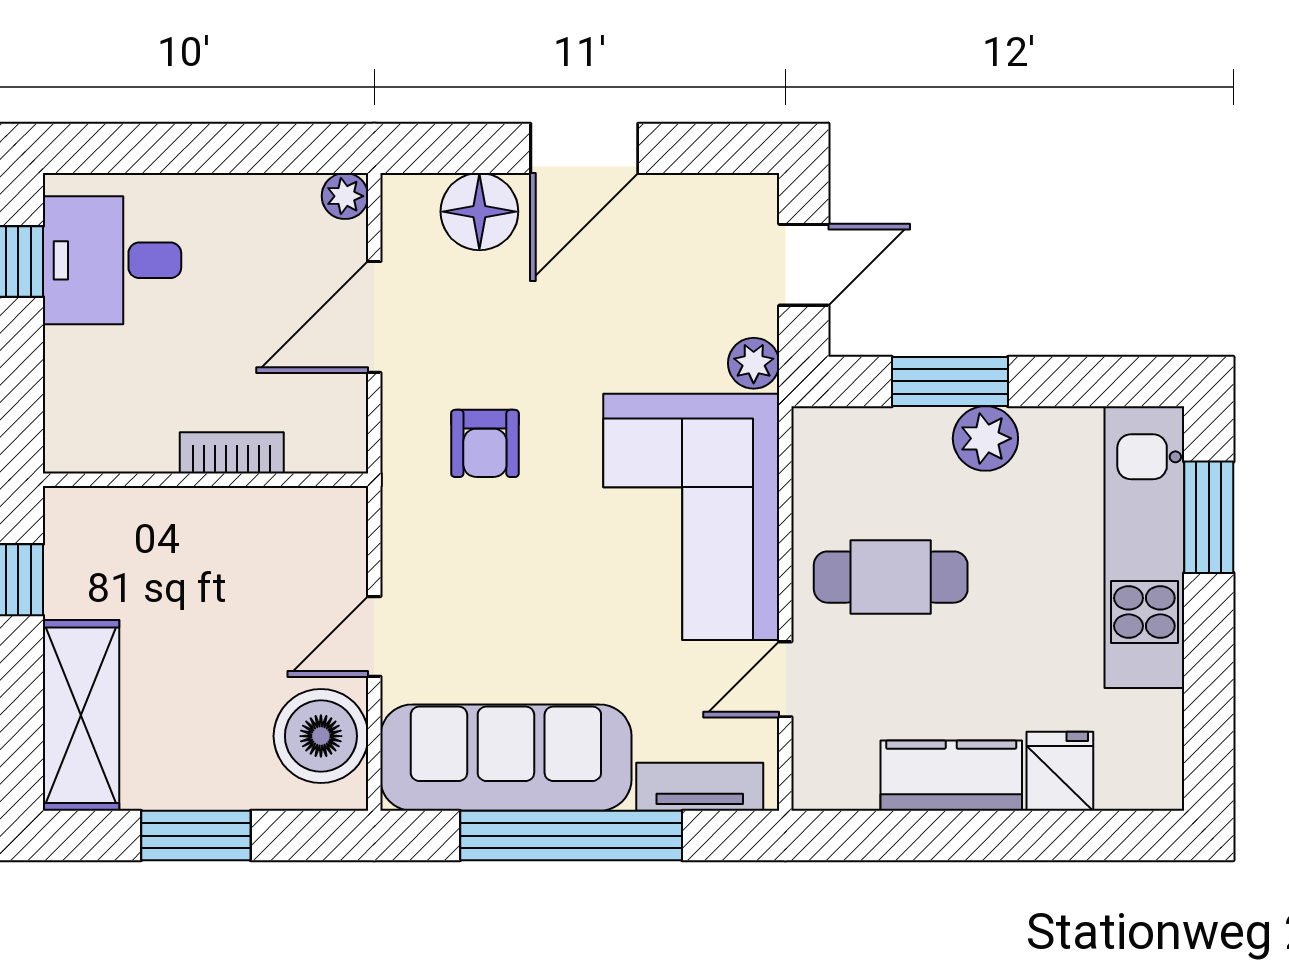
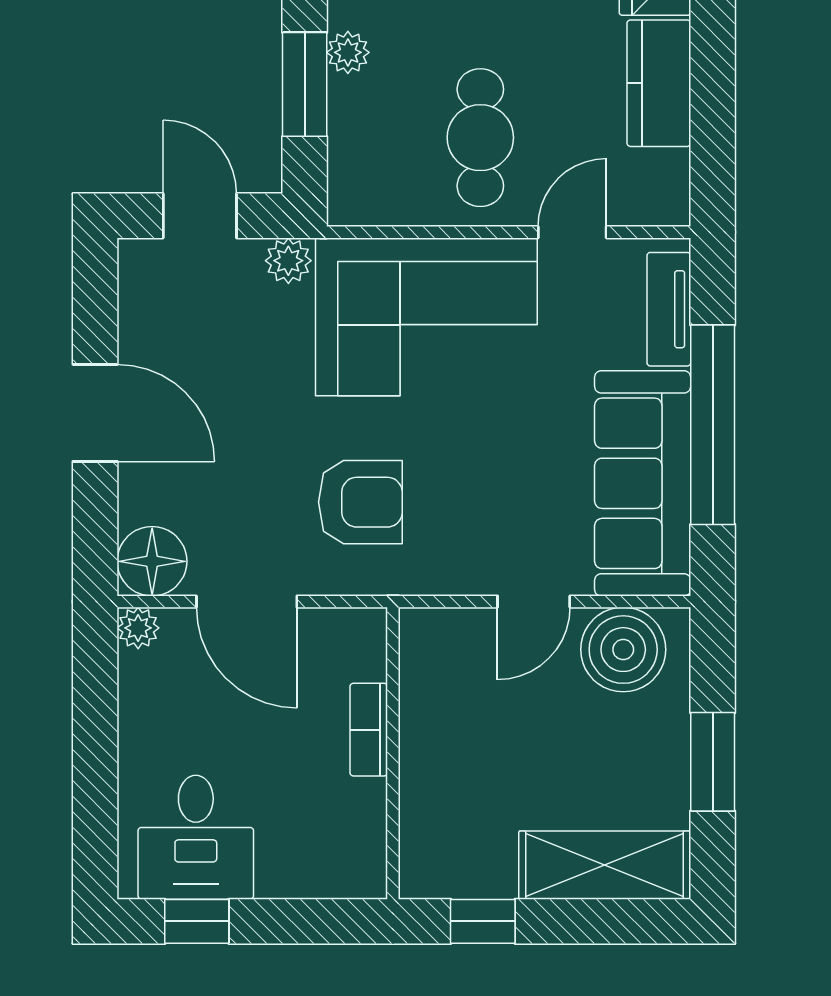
floor lamp: (479, 212) -> (152, 561), moved
plant: (985, 438) -> (348, 52), width x0.73, depth x0.73
armchair: (485, 443) -> (360, 502), width x1.38, depth x1.38
door: (374, 636) -> (534, 602), hinge flipped
door: (785, 679) -> (572, 232), swing flipped

